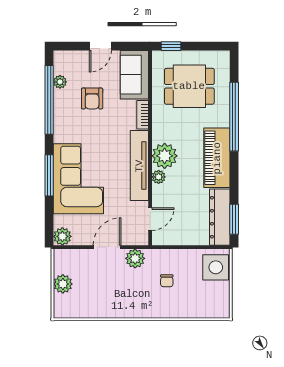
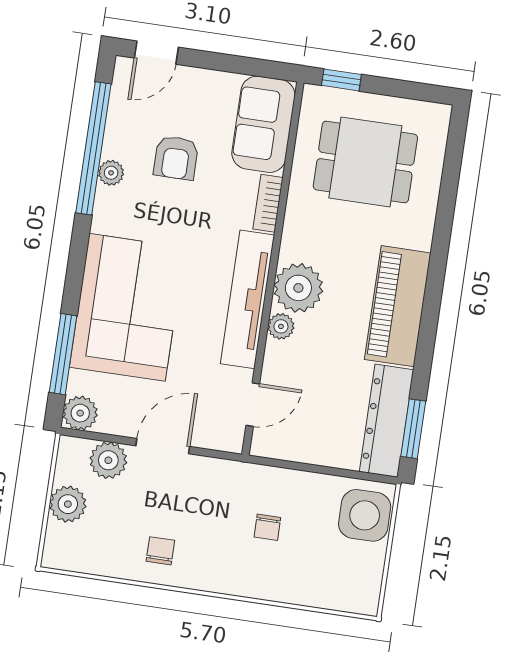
door: (100, 46) -> (156, 53), moved
plant: (60, 82) -> (111, 173), moved
window: (234, 117) -> (442, 233), removed
window: (49, 175) -> (63, 354), moved
plant: (135, 258) -> (108, 460), moved
chair: (114, 301) -> (160, 551), added

